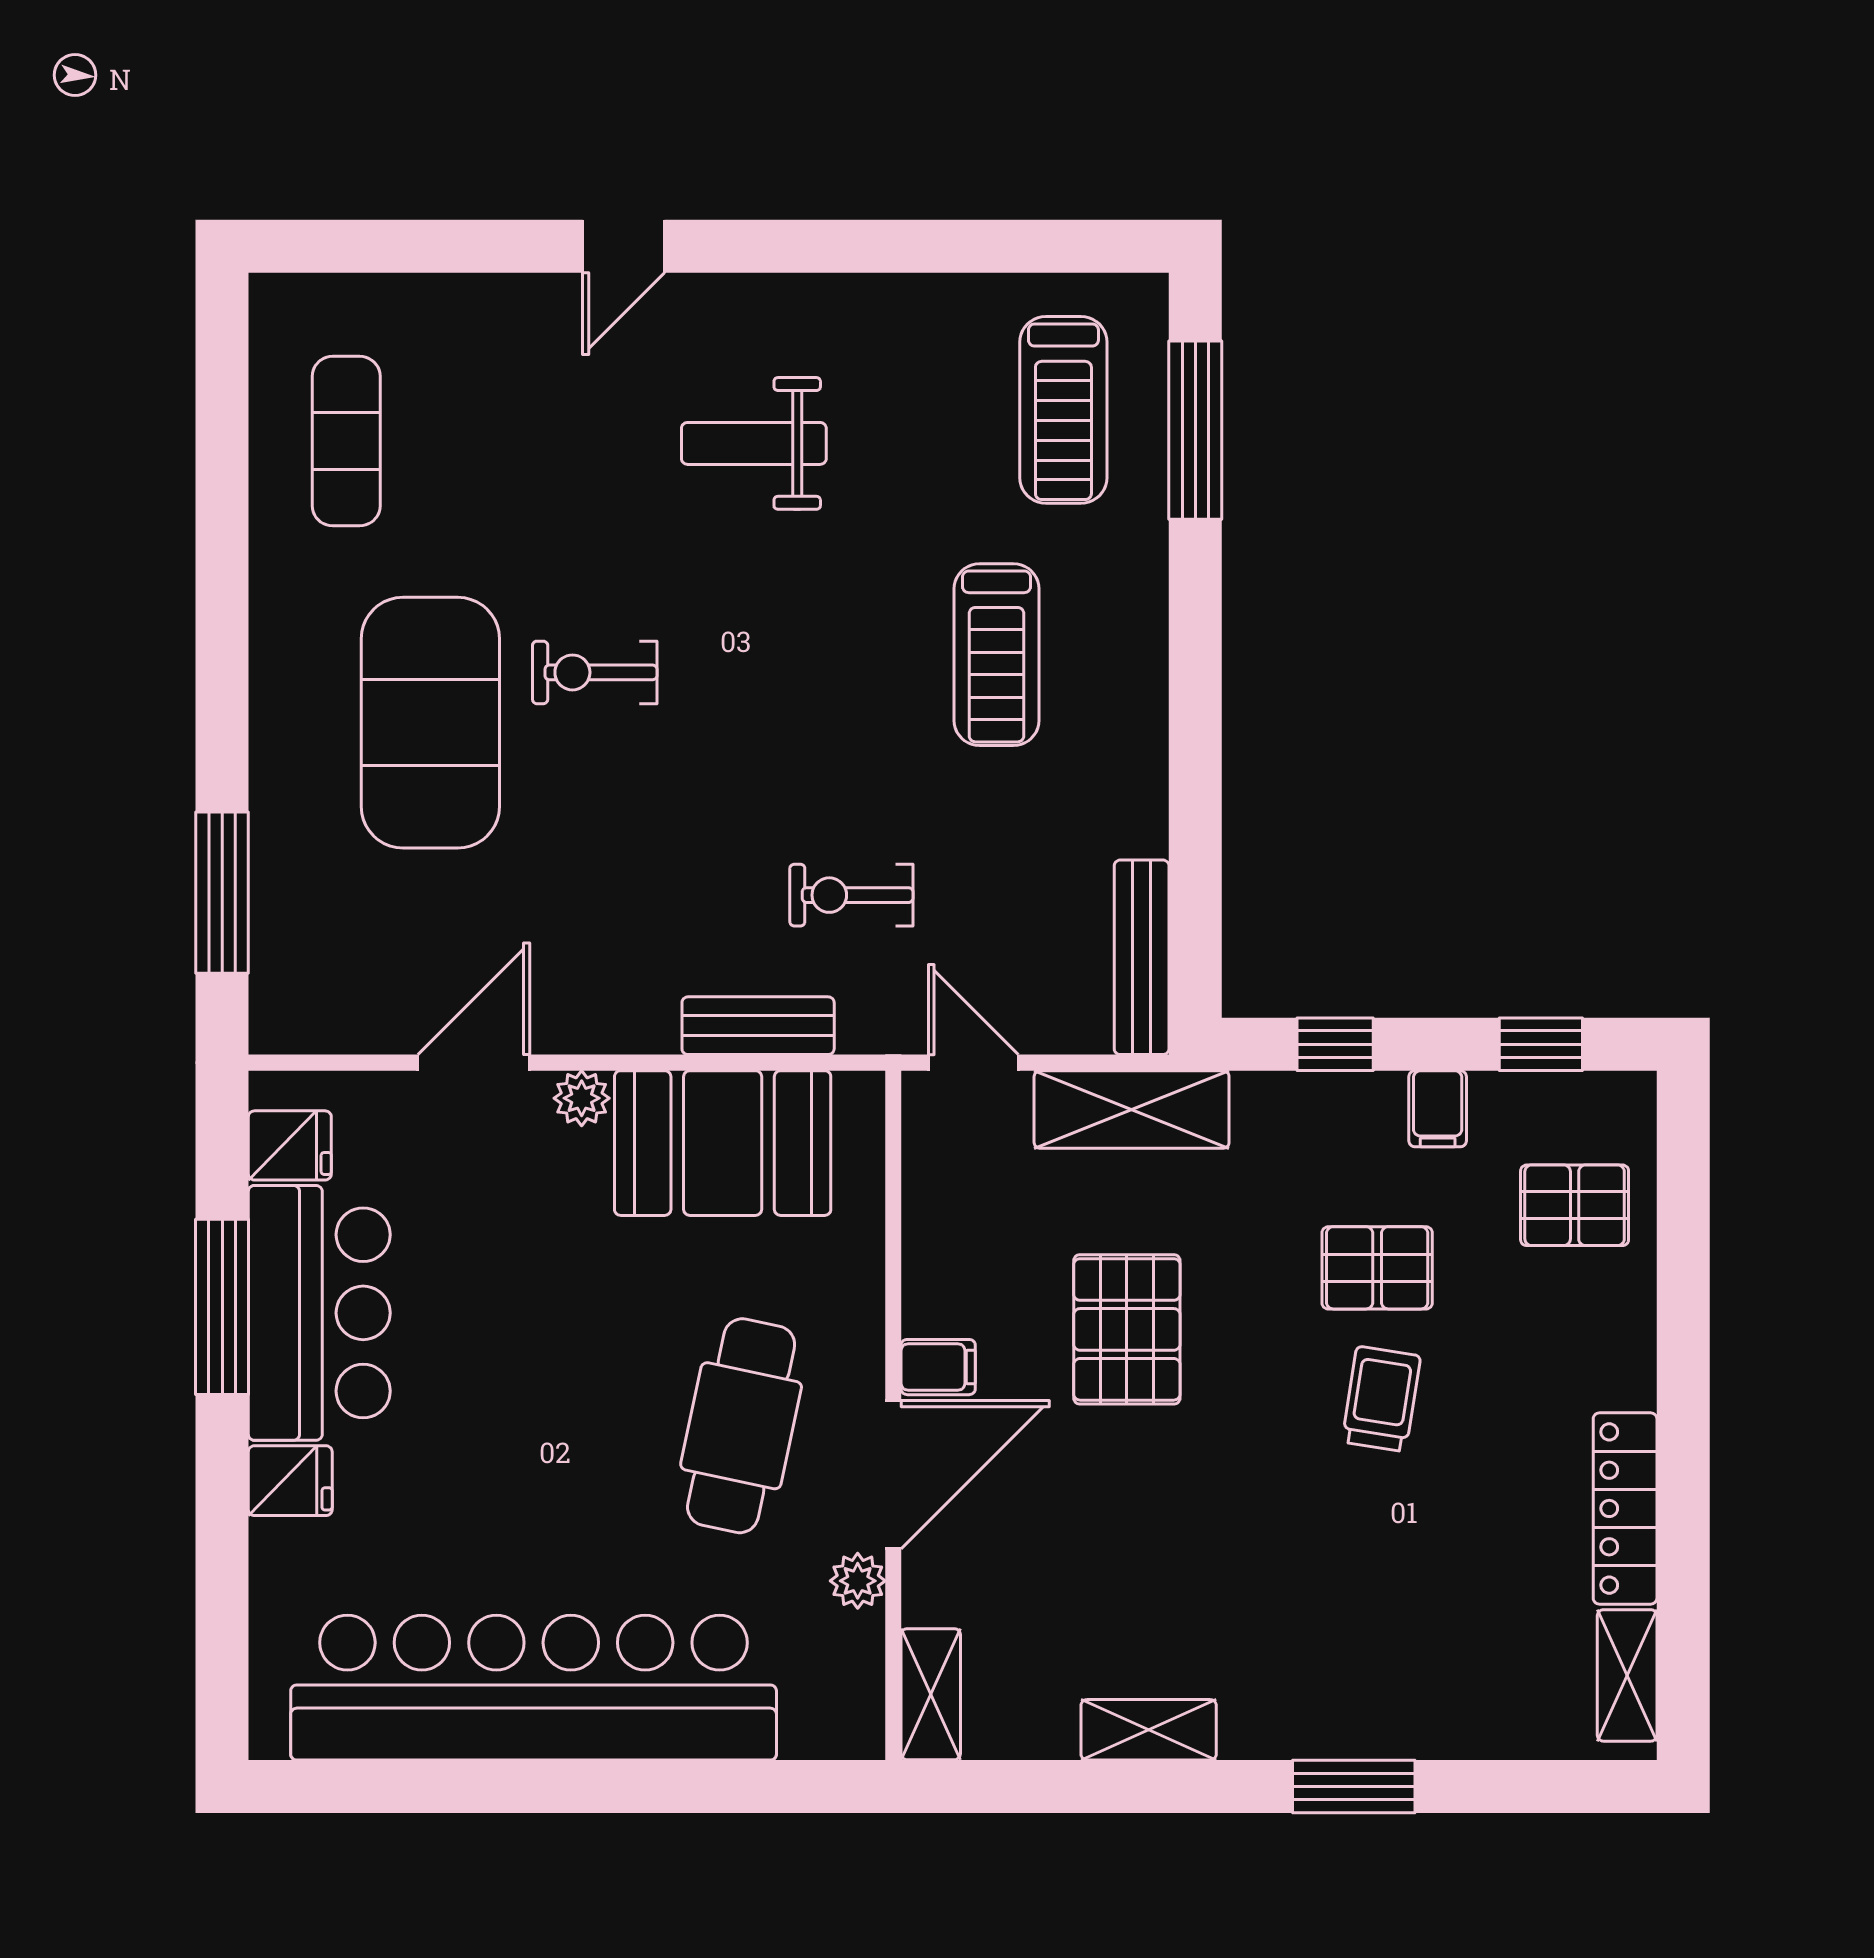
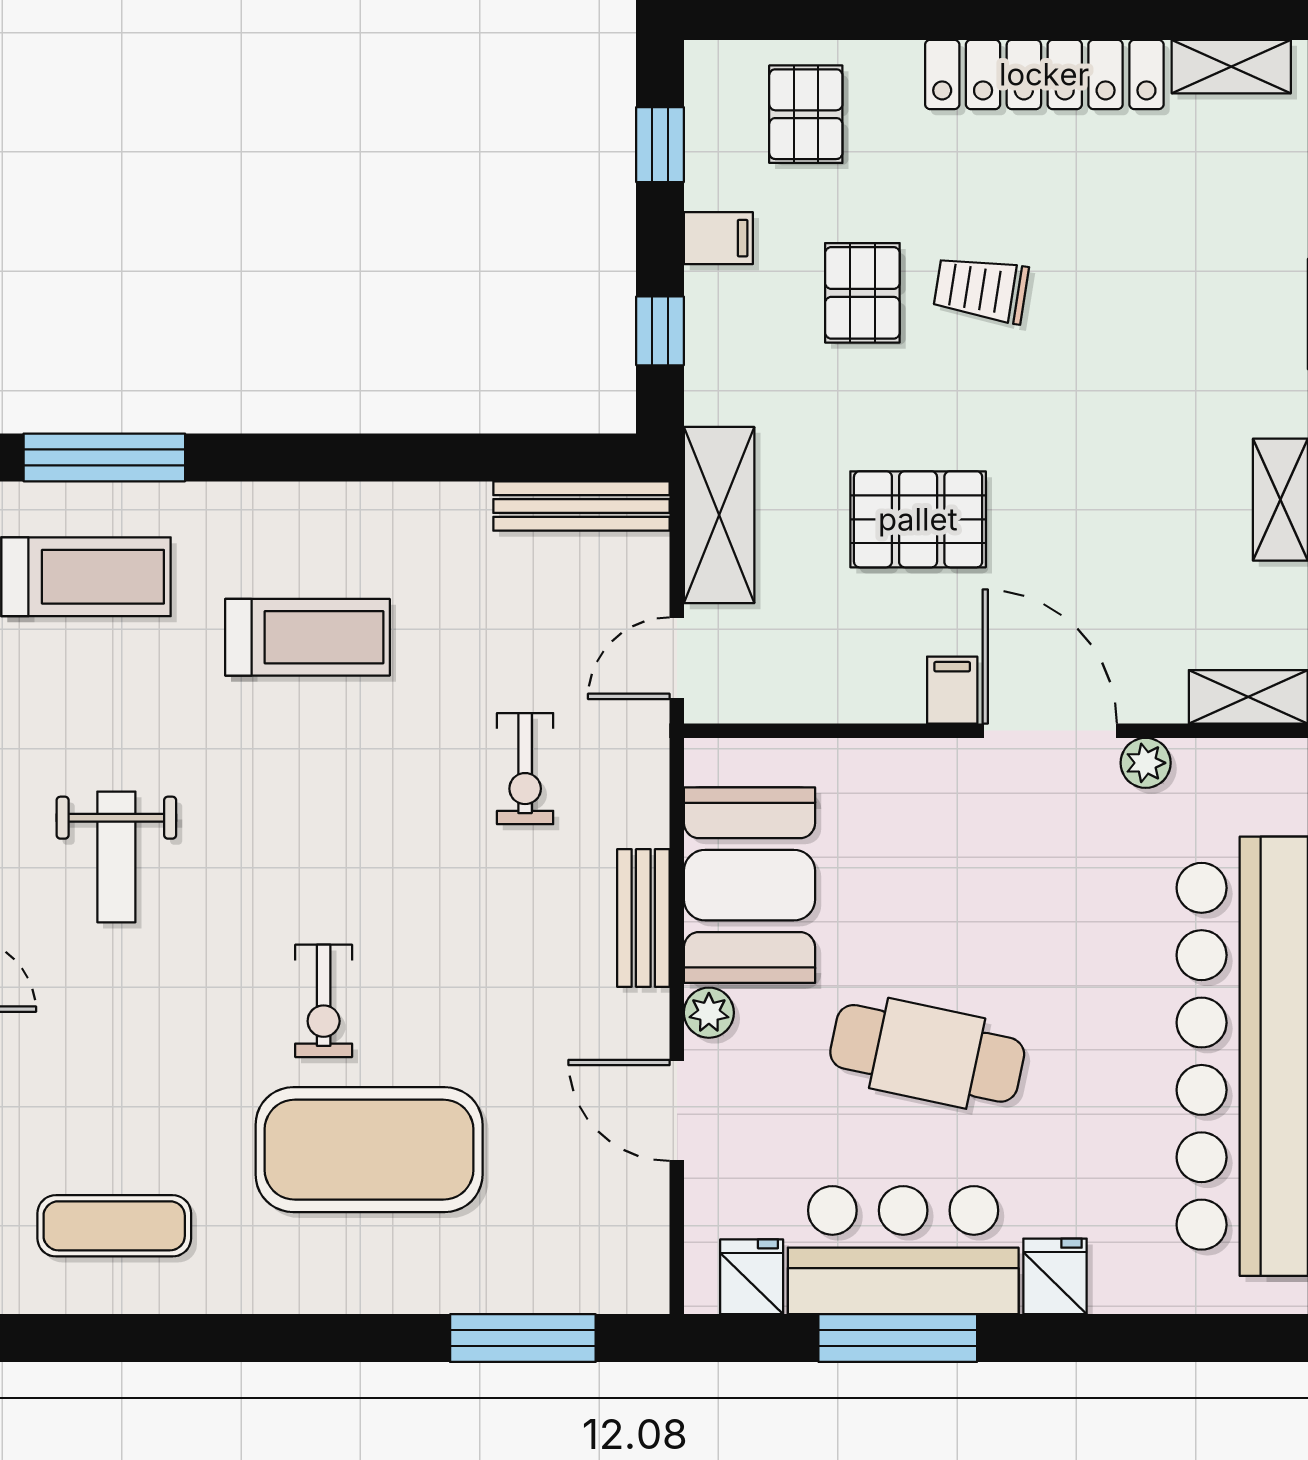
bench: (758, 1026) -> (643, 918), moved
cafe table: (741, 1426) -> (927, 1053), moved
locker: (1625, 1508) -> (1044, 74), width x1.41, depth x1.21

